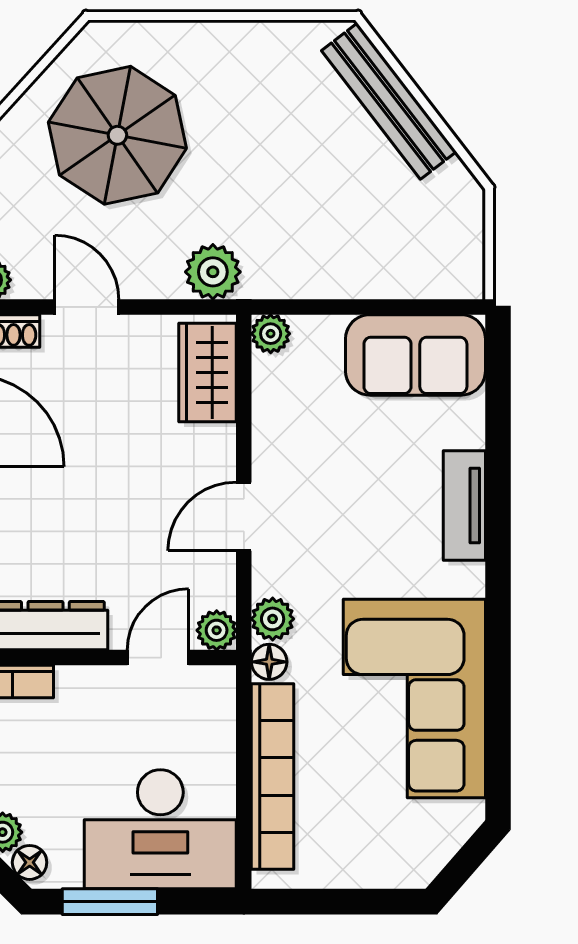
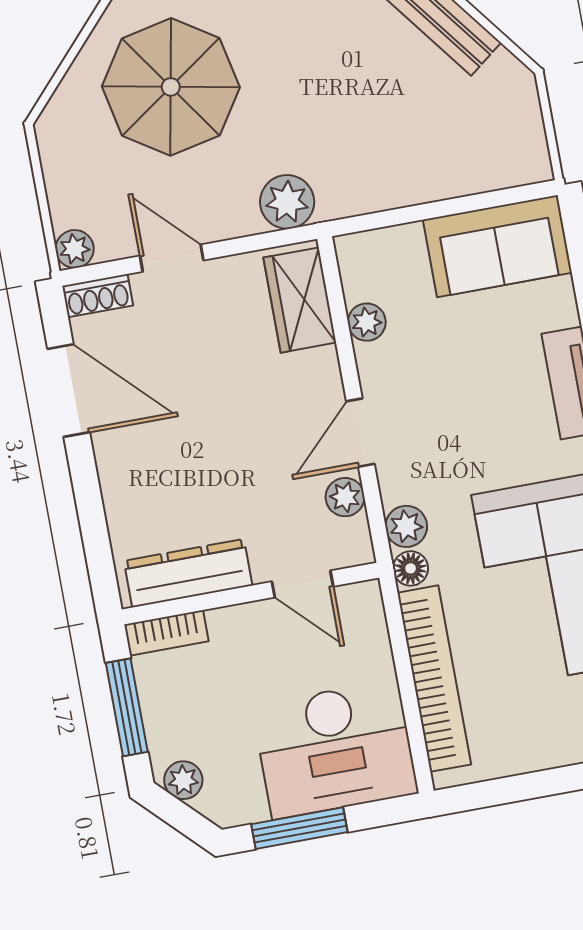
plant: (271, 334) -> (367, 322), moved
plant: (217, 630) -> (345, 497), moved
door: (158, 658) -> (302, 584), swing flipped
floor lamp: (30, 862) -> (215, 805), removed

